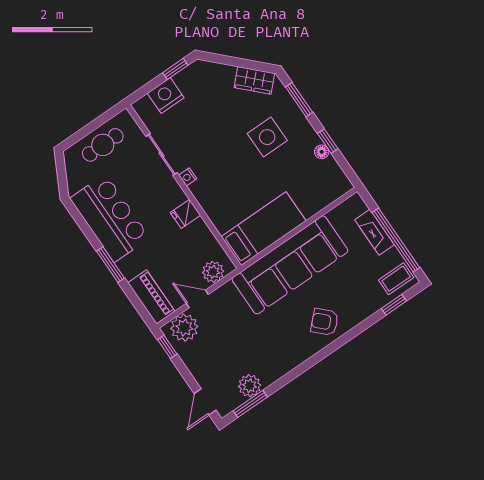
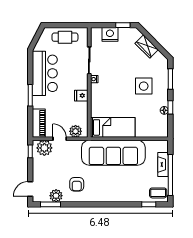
wardrobe: (254, 80) -> (147, 46), moved
armchair: (325, 322) -> (77, 184), moved, turned -135

